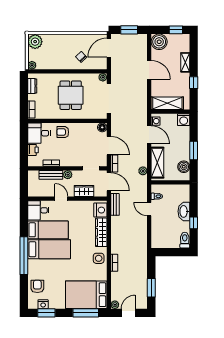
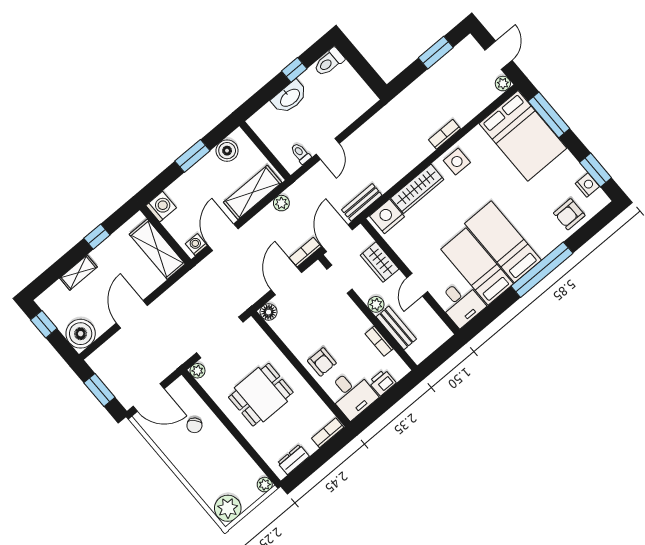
door: (128, 313) -> (498, 55), swing flipped

